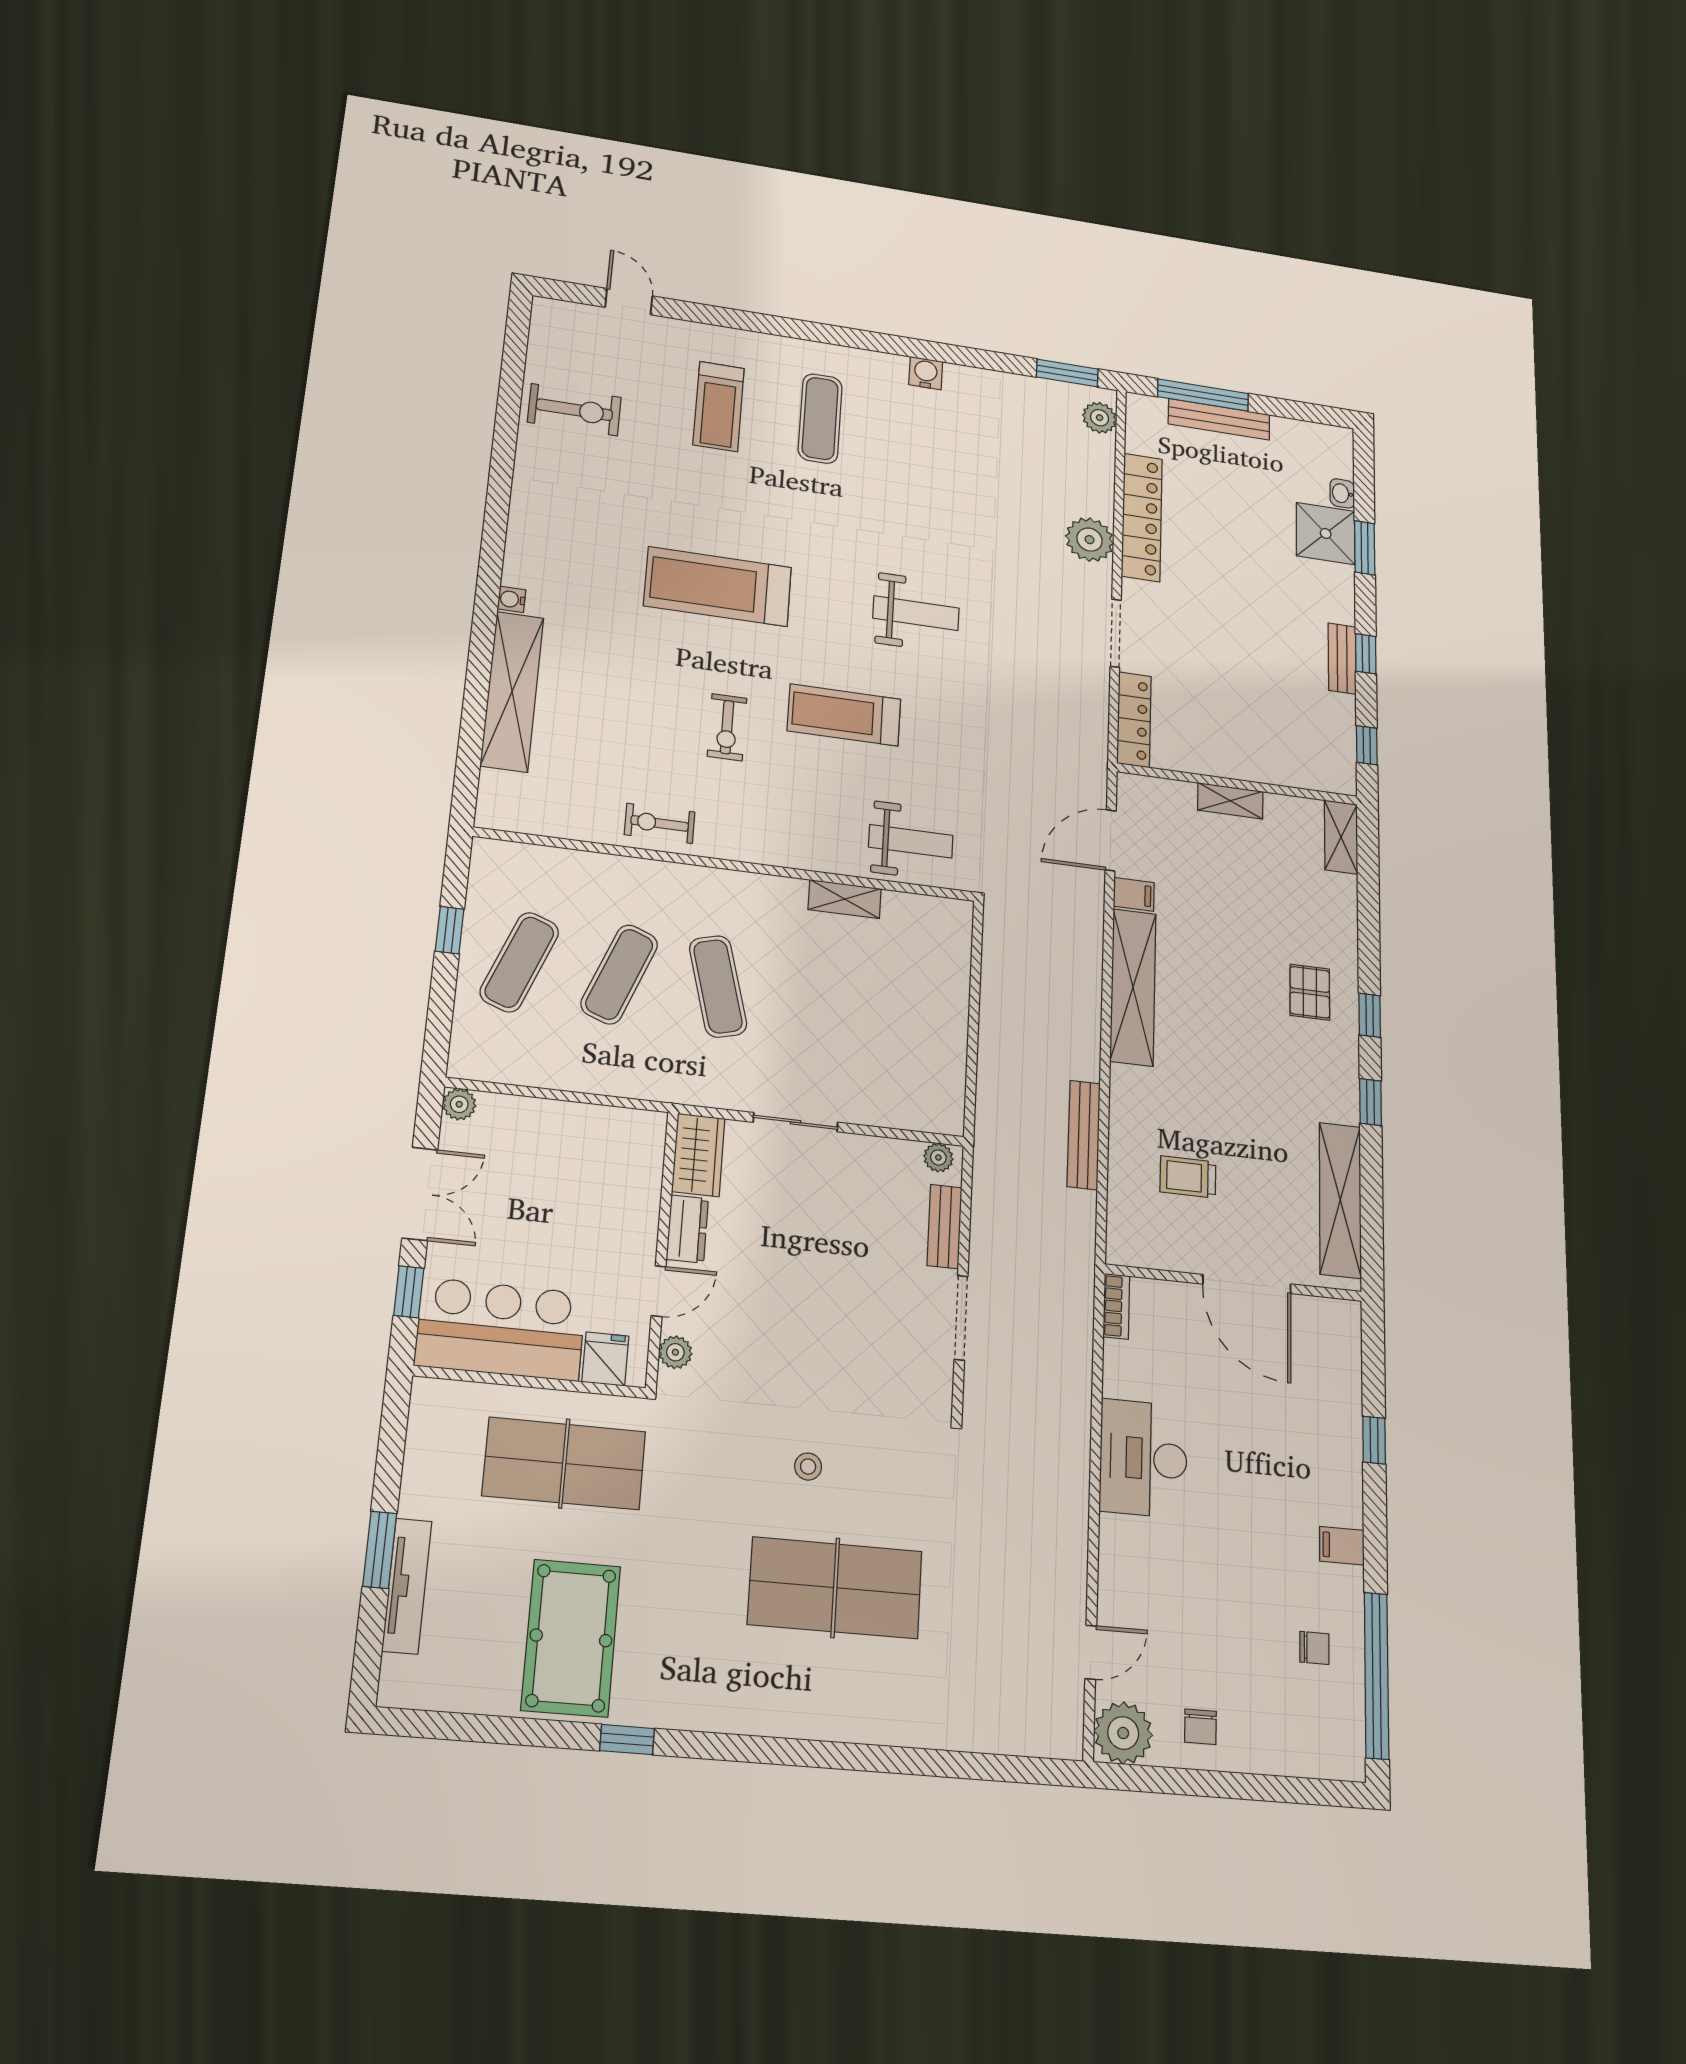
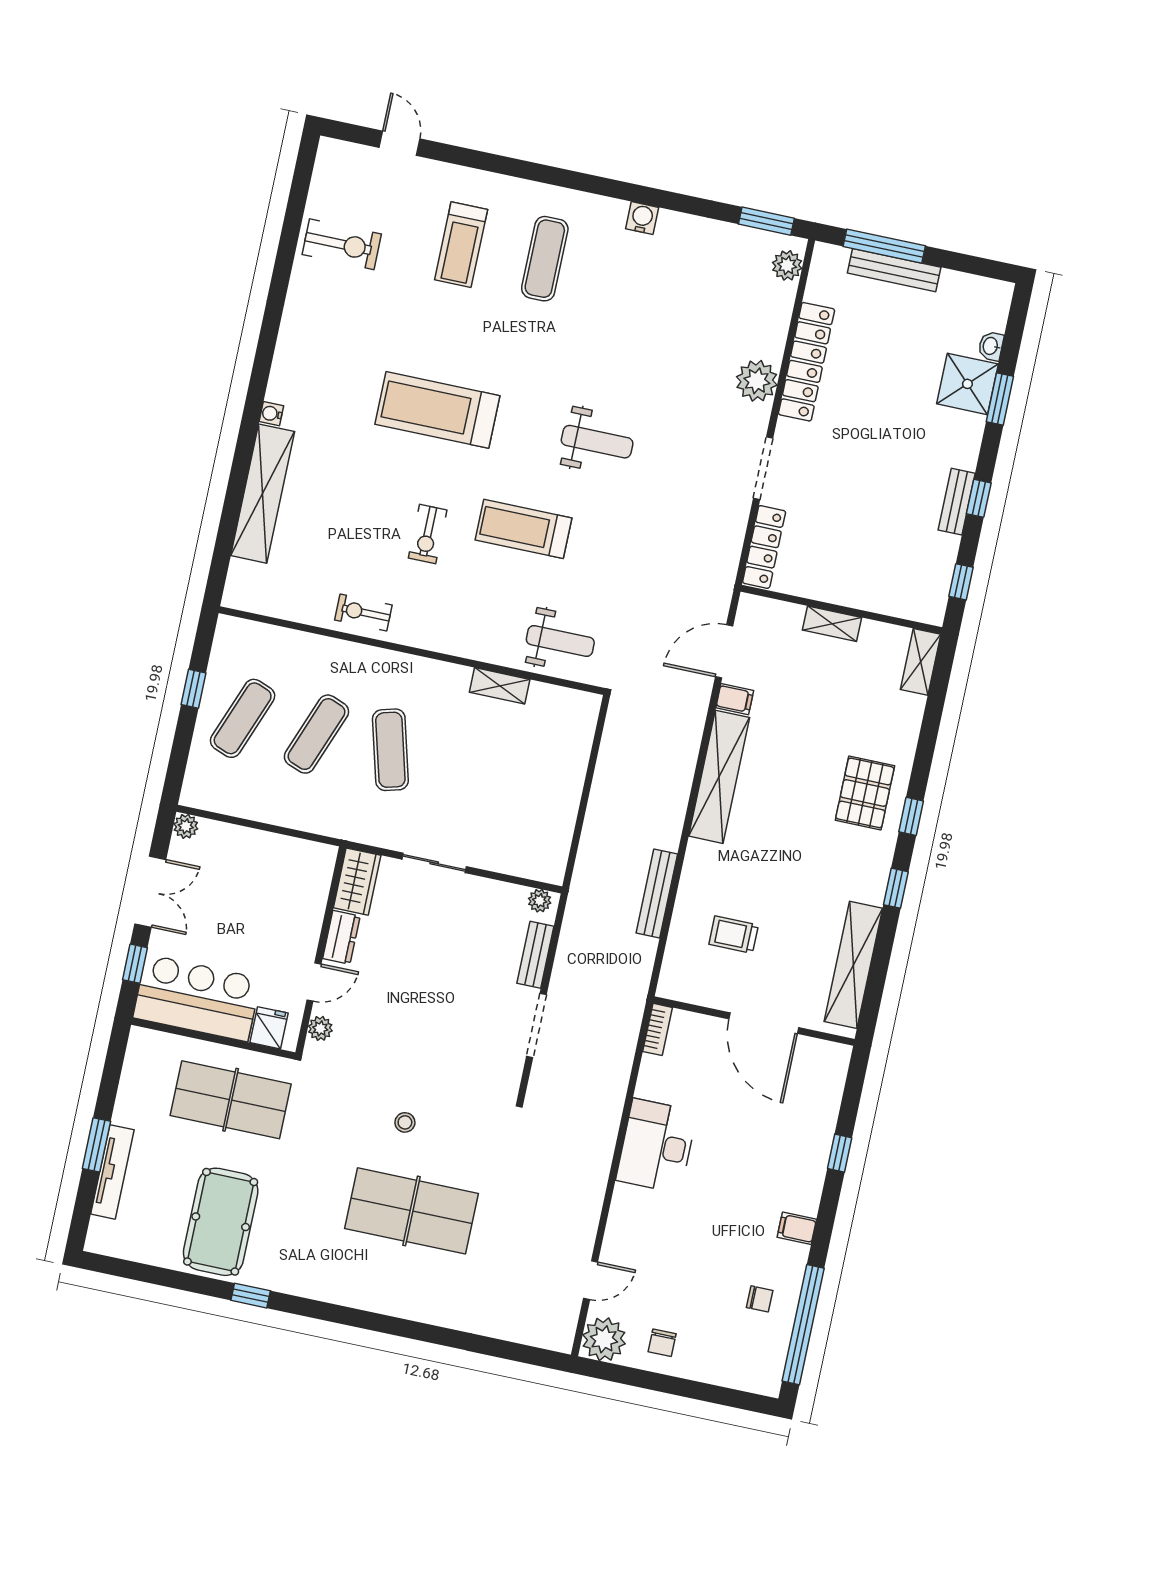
pallet: (1310, 992) -> (865, 793), width x1.50, depth x1.42

